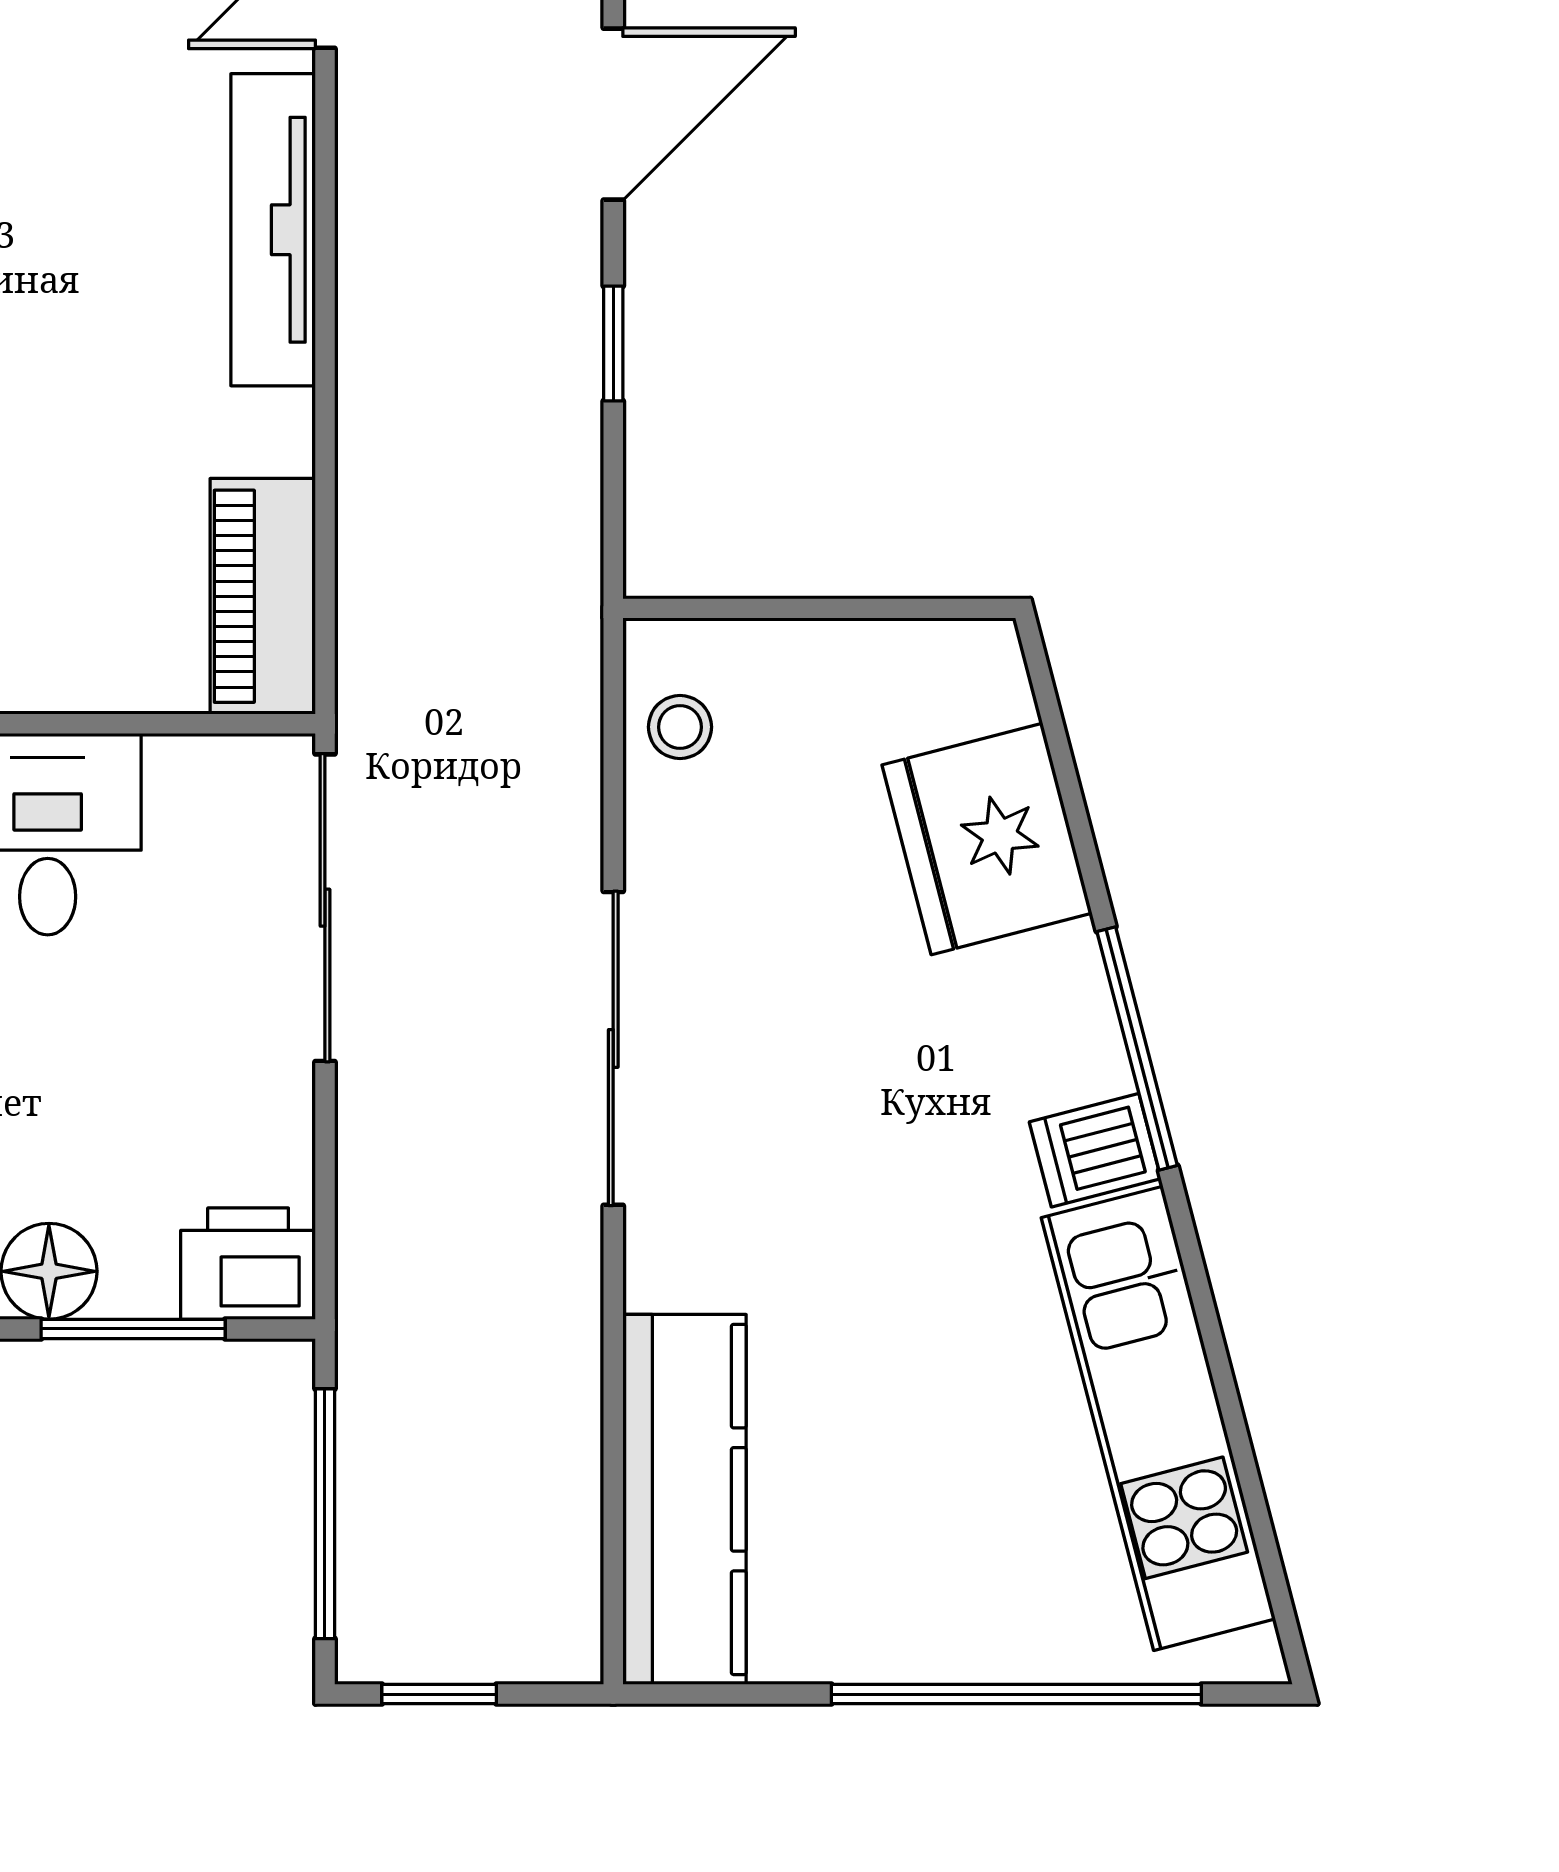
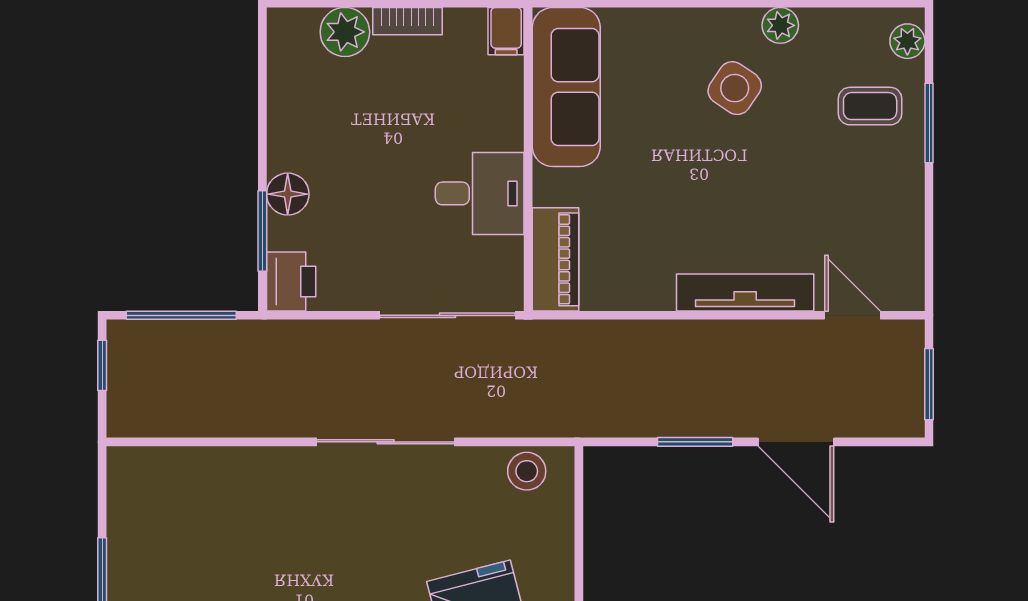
window: (613, 343) -> (695, 442), width x1.50
piano: (263, 596) -> (556, 259), moved, turned 90
stool: (680, 727) -> (527, 471), width x1.37, depth x1.37
kitchen counter: (684, 1499) -> (188, 473), removed

